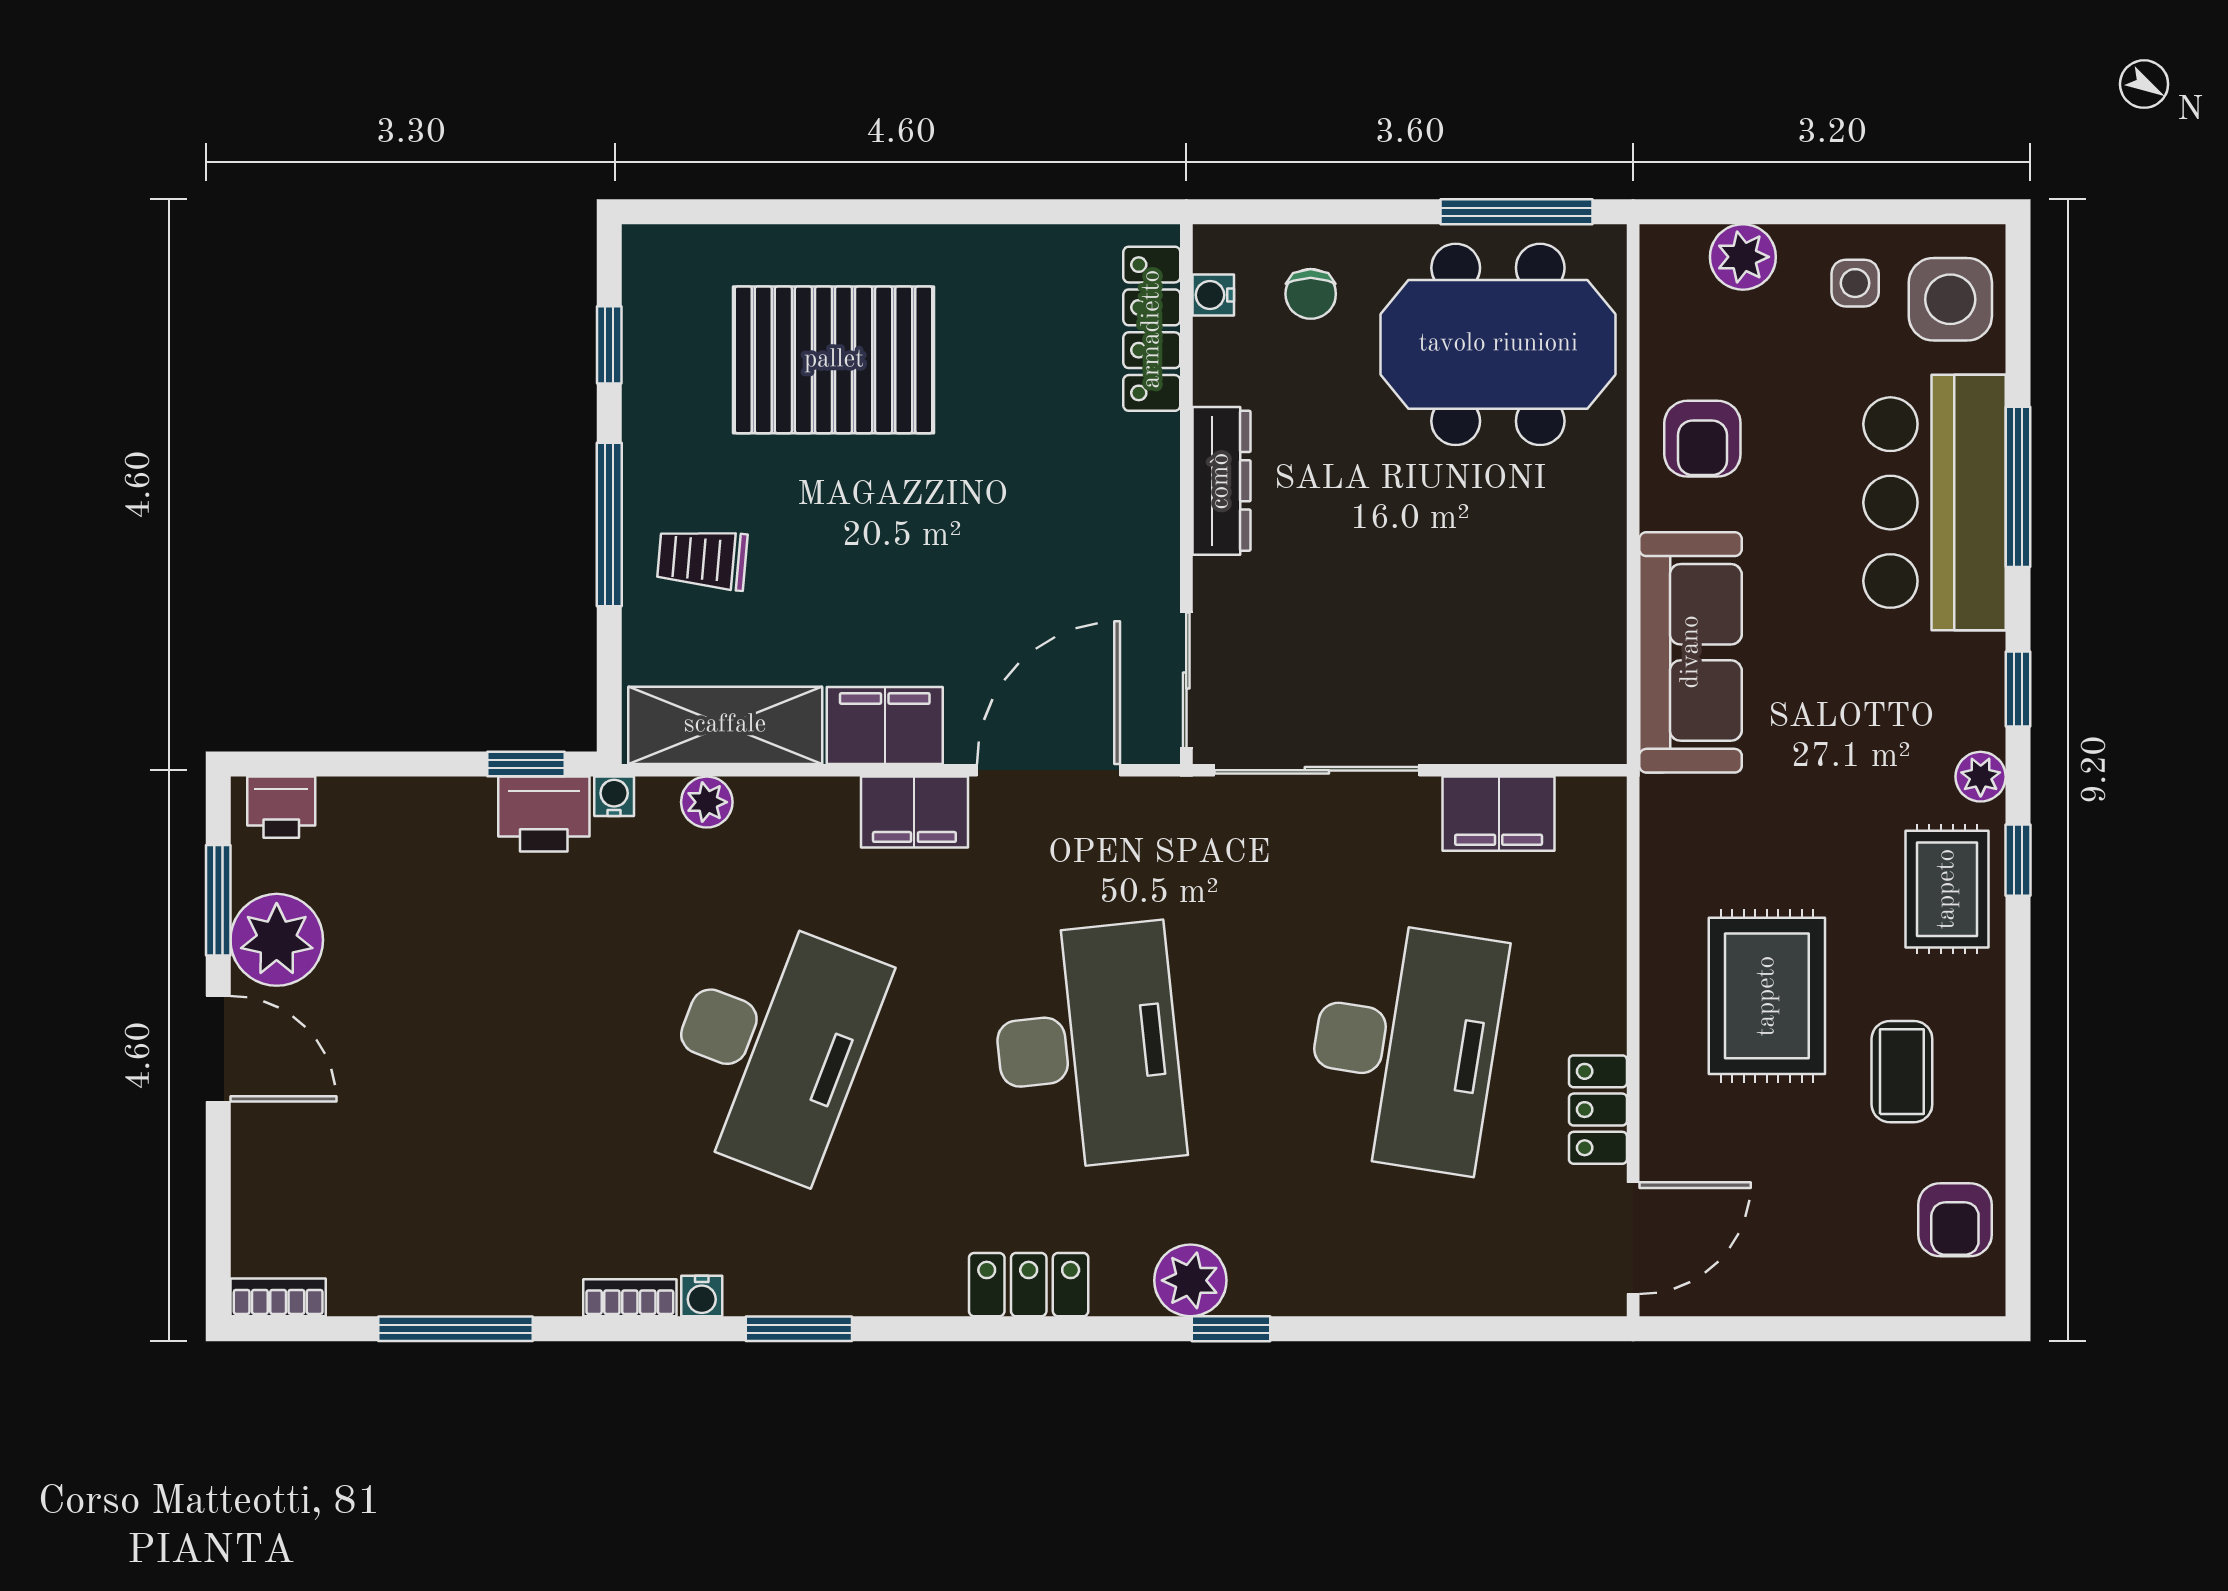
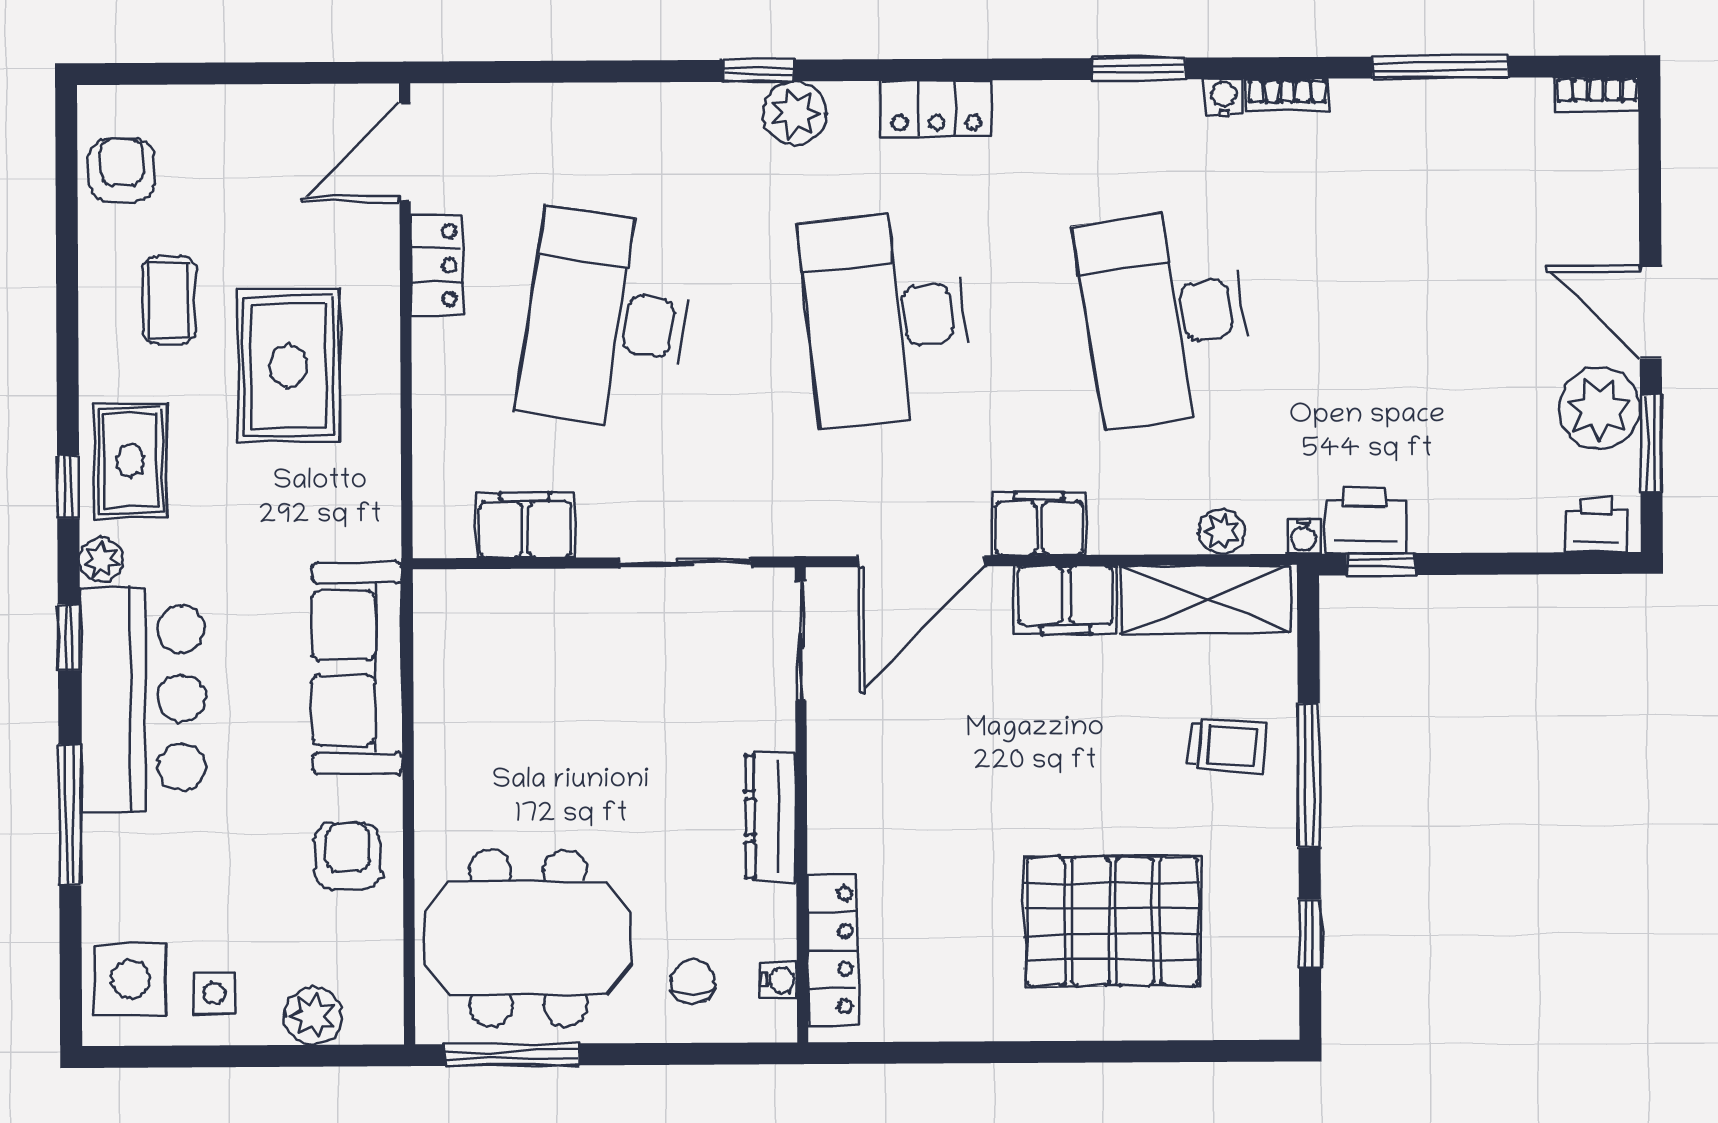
bar counter: (1935, 503) -> (143, 698), moved
sliding door: (1317, 770) -> (685, 562), width x0.73
desk: (770, 1046) -> (1165, 317), turned -30

